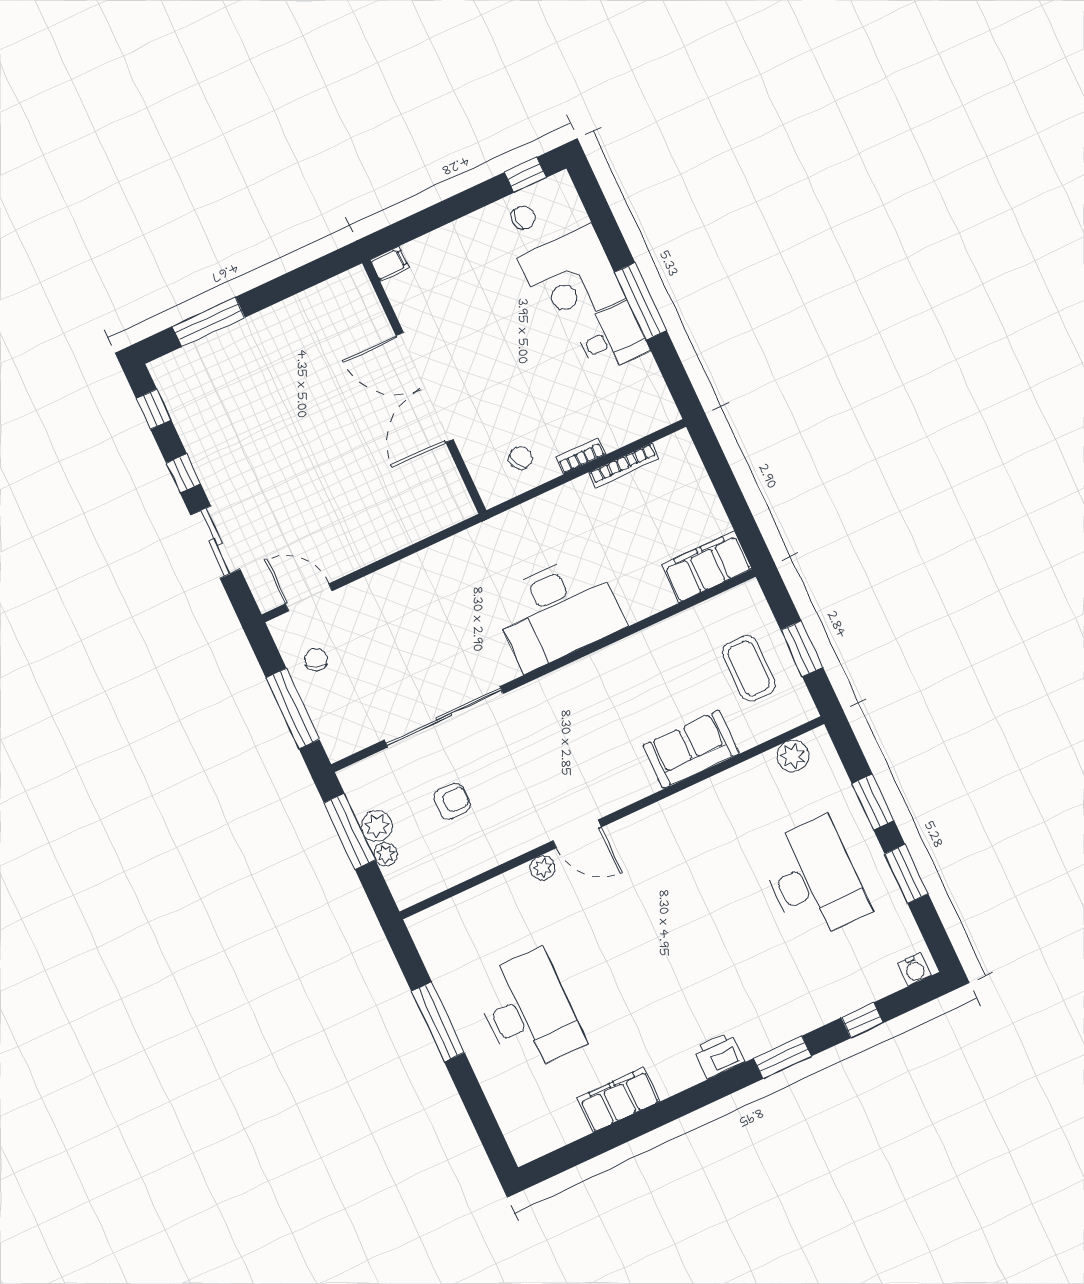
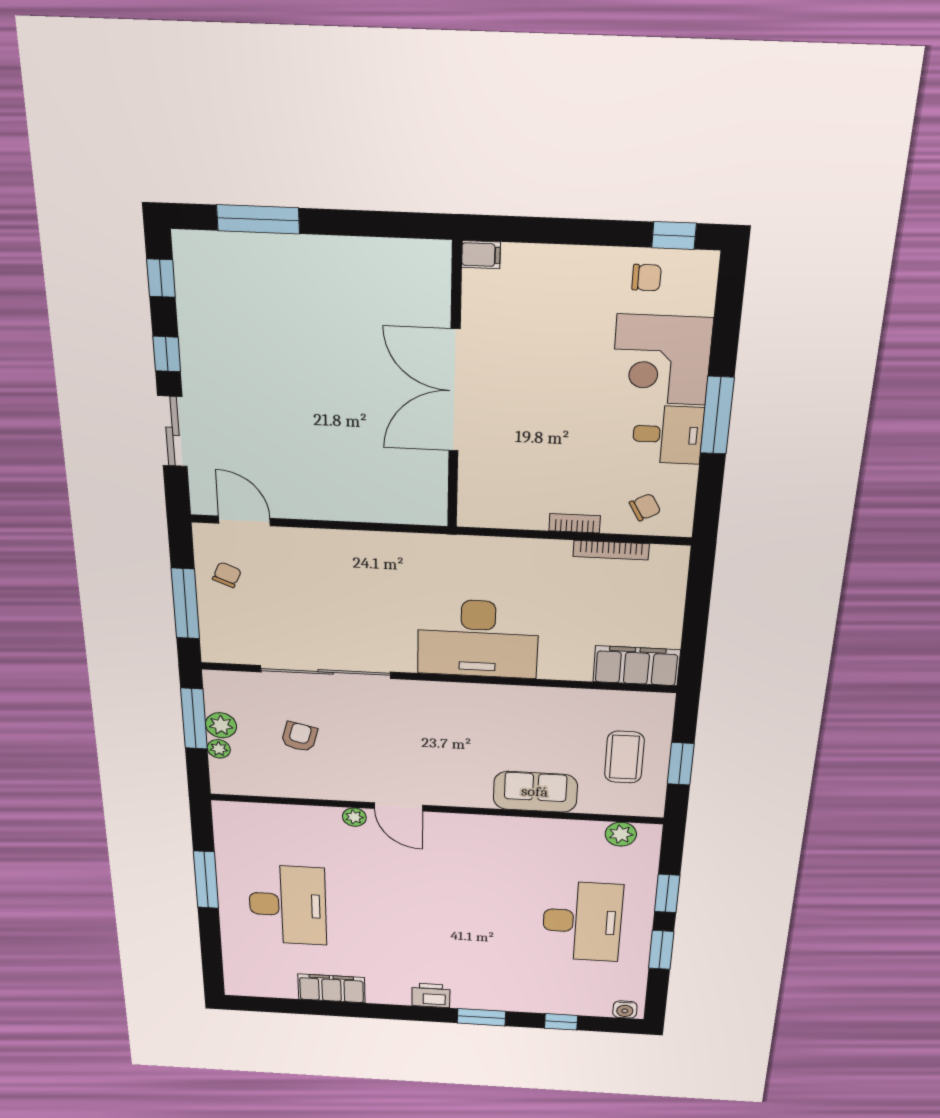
chair: (521, 458) -> (645, 507), moved
armchair: (452, 801) -> (299, 737), turned -76

